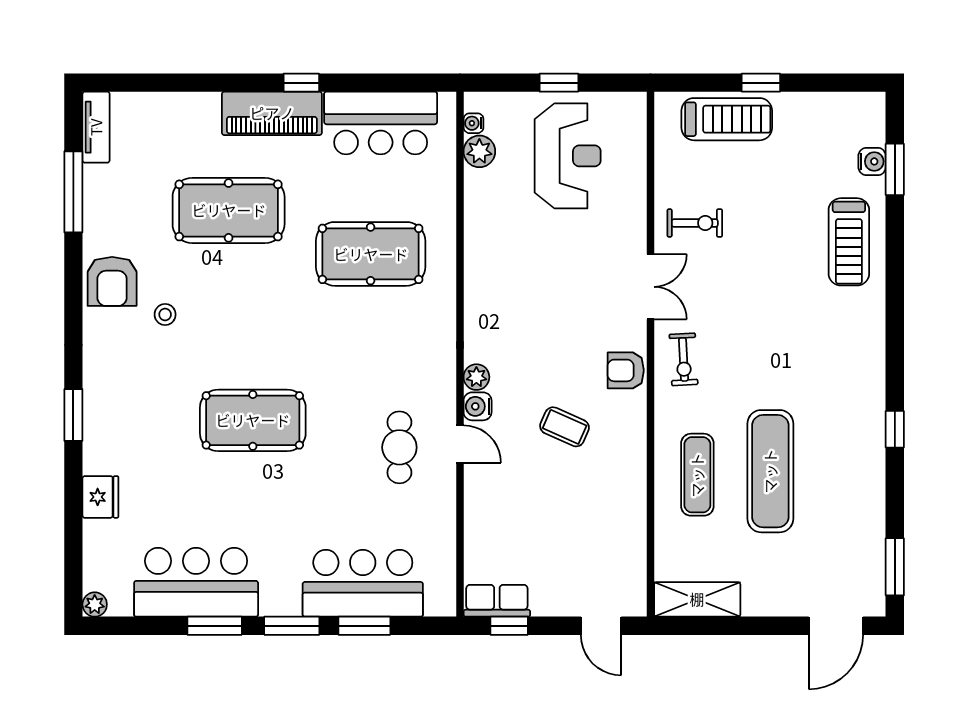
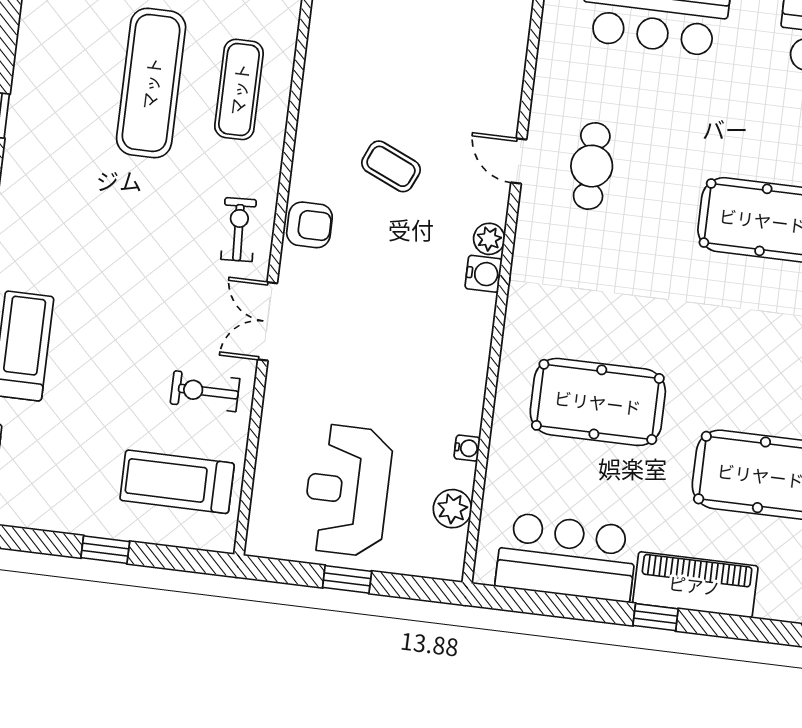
treadmill: (727, 119) -> (177, 482), moved
water cooler: (473, 123) -> (467, 448), moved
water cooler: (478, 406) -> (484, 274), moved

